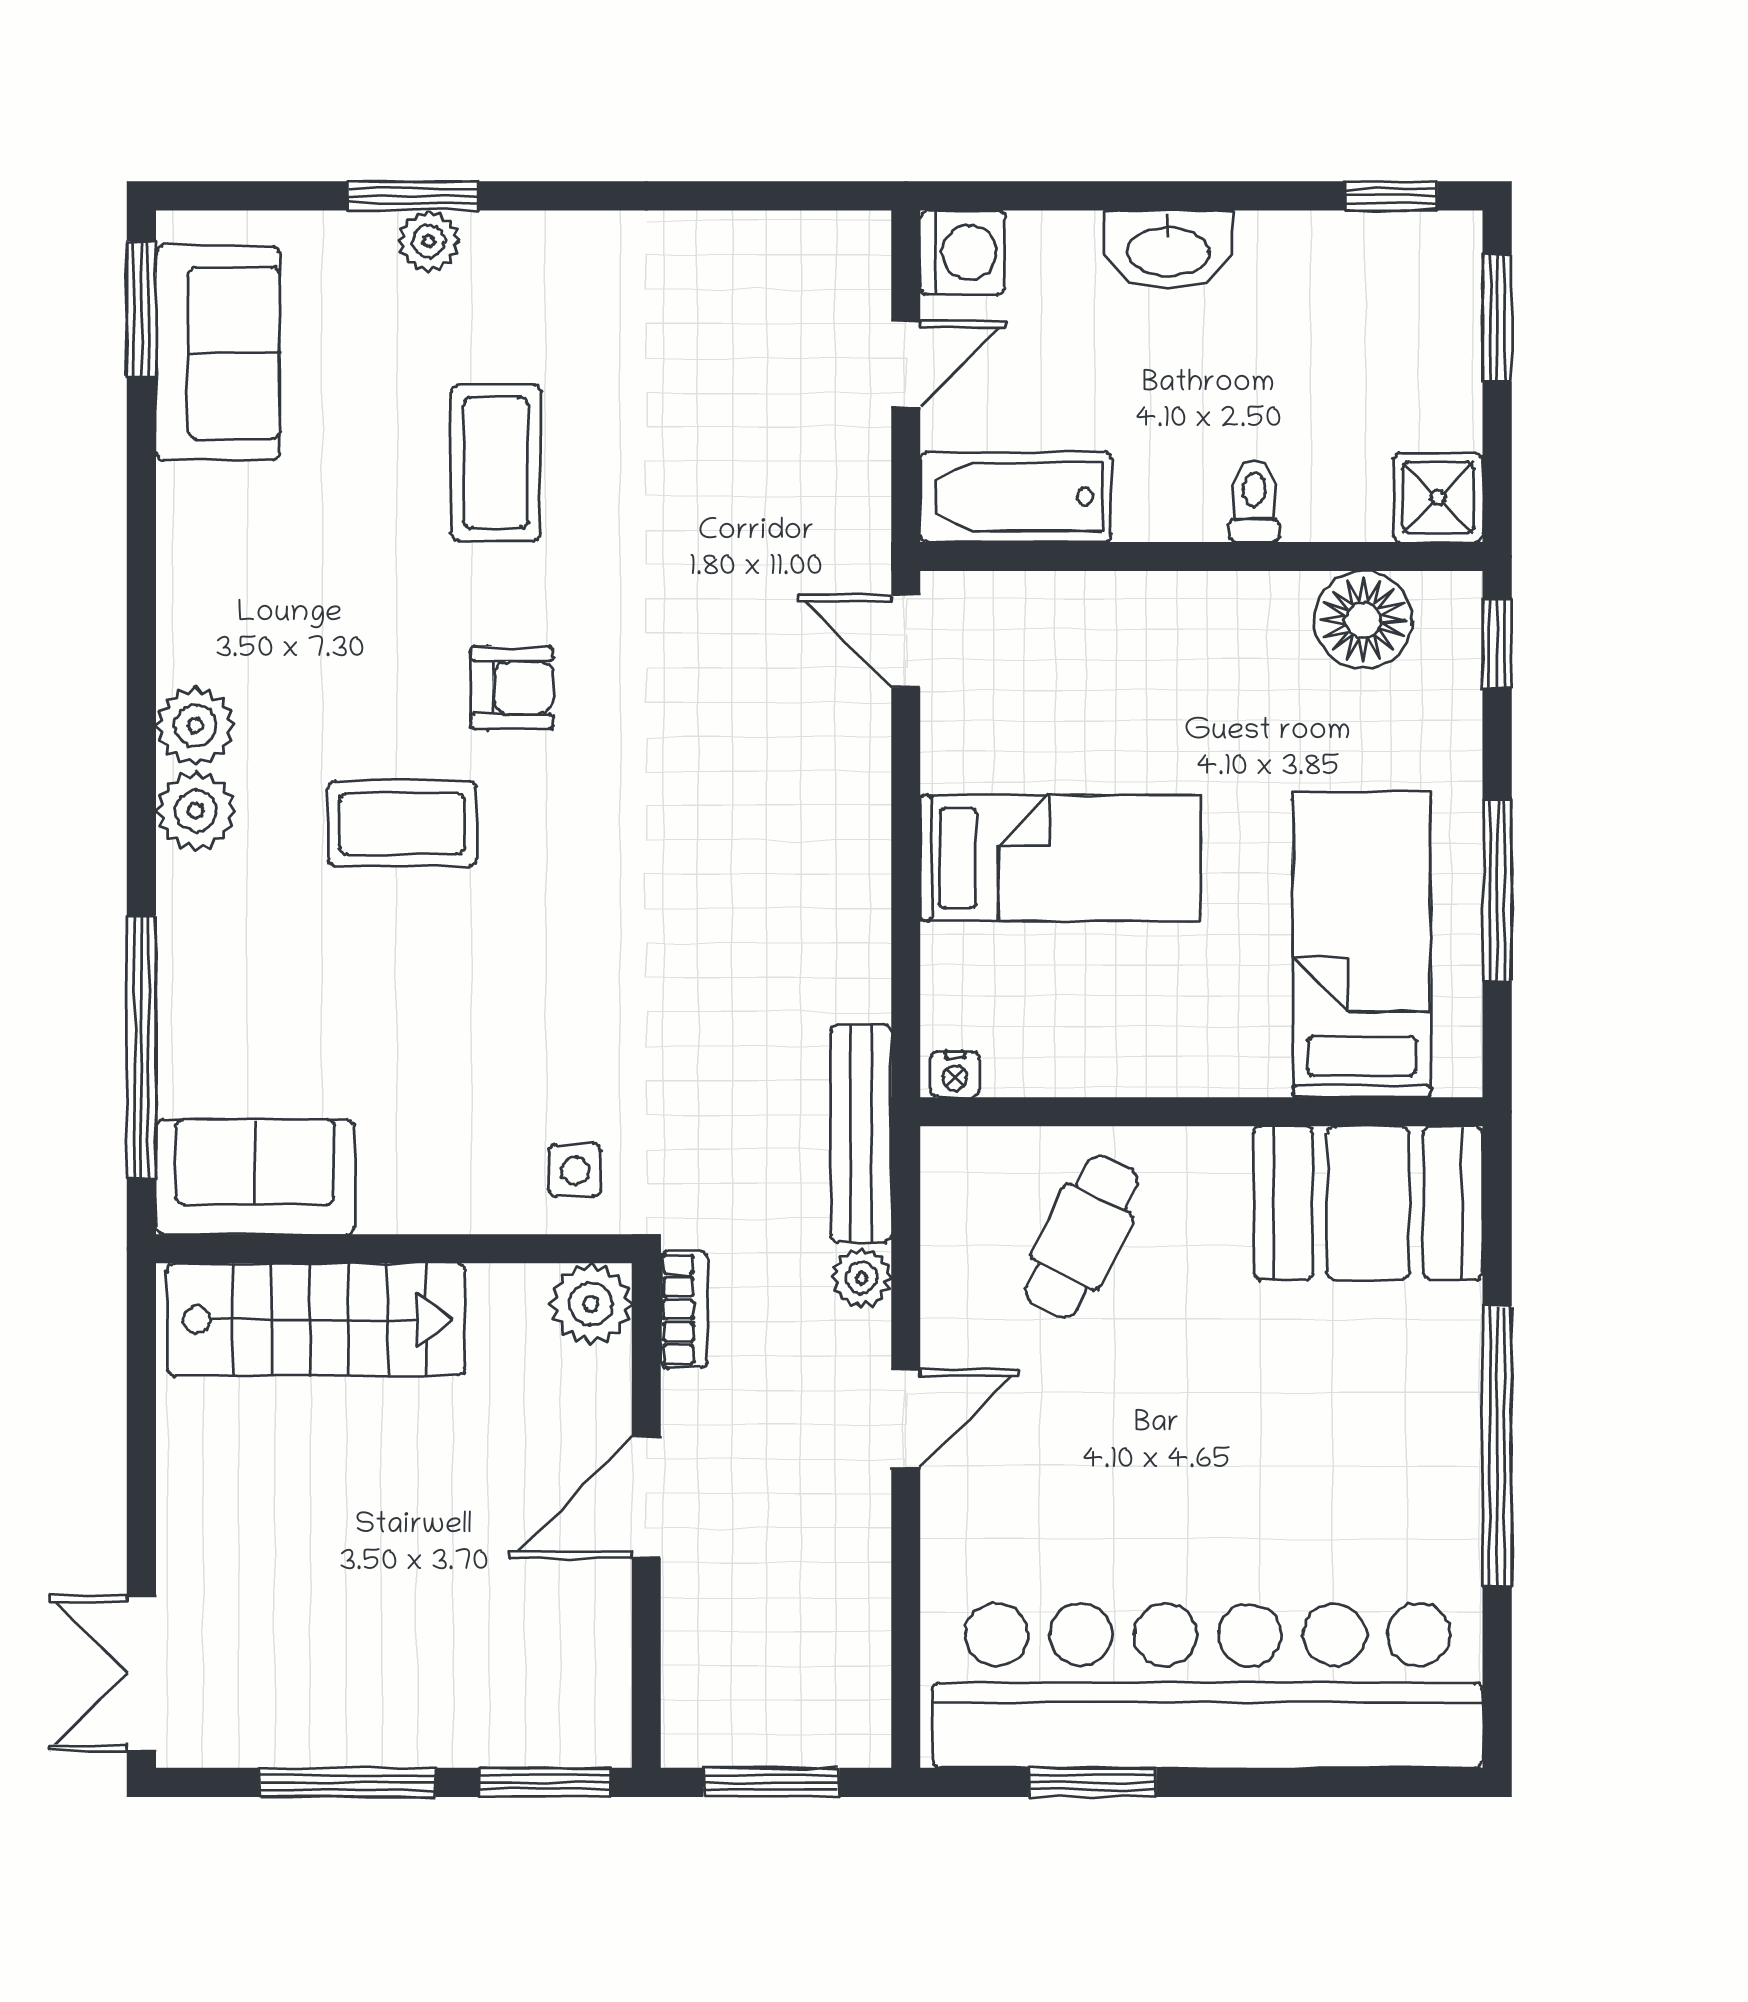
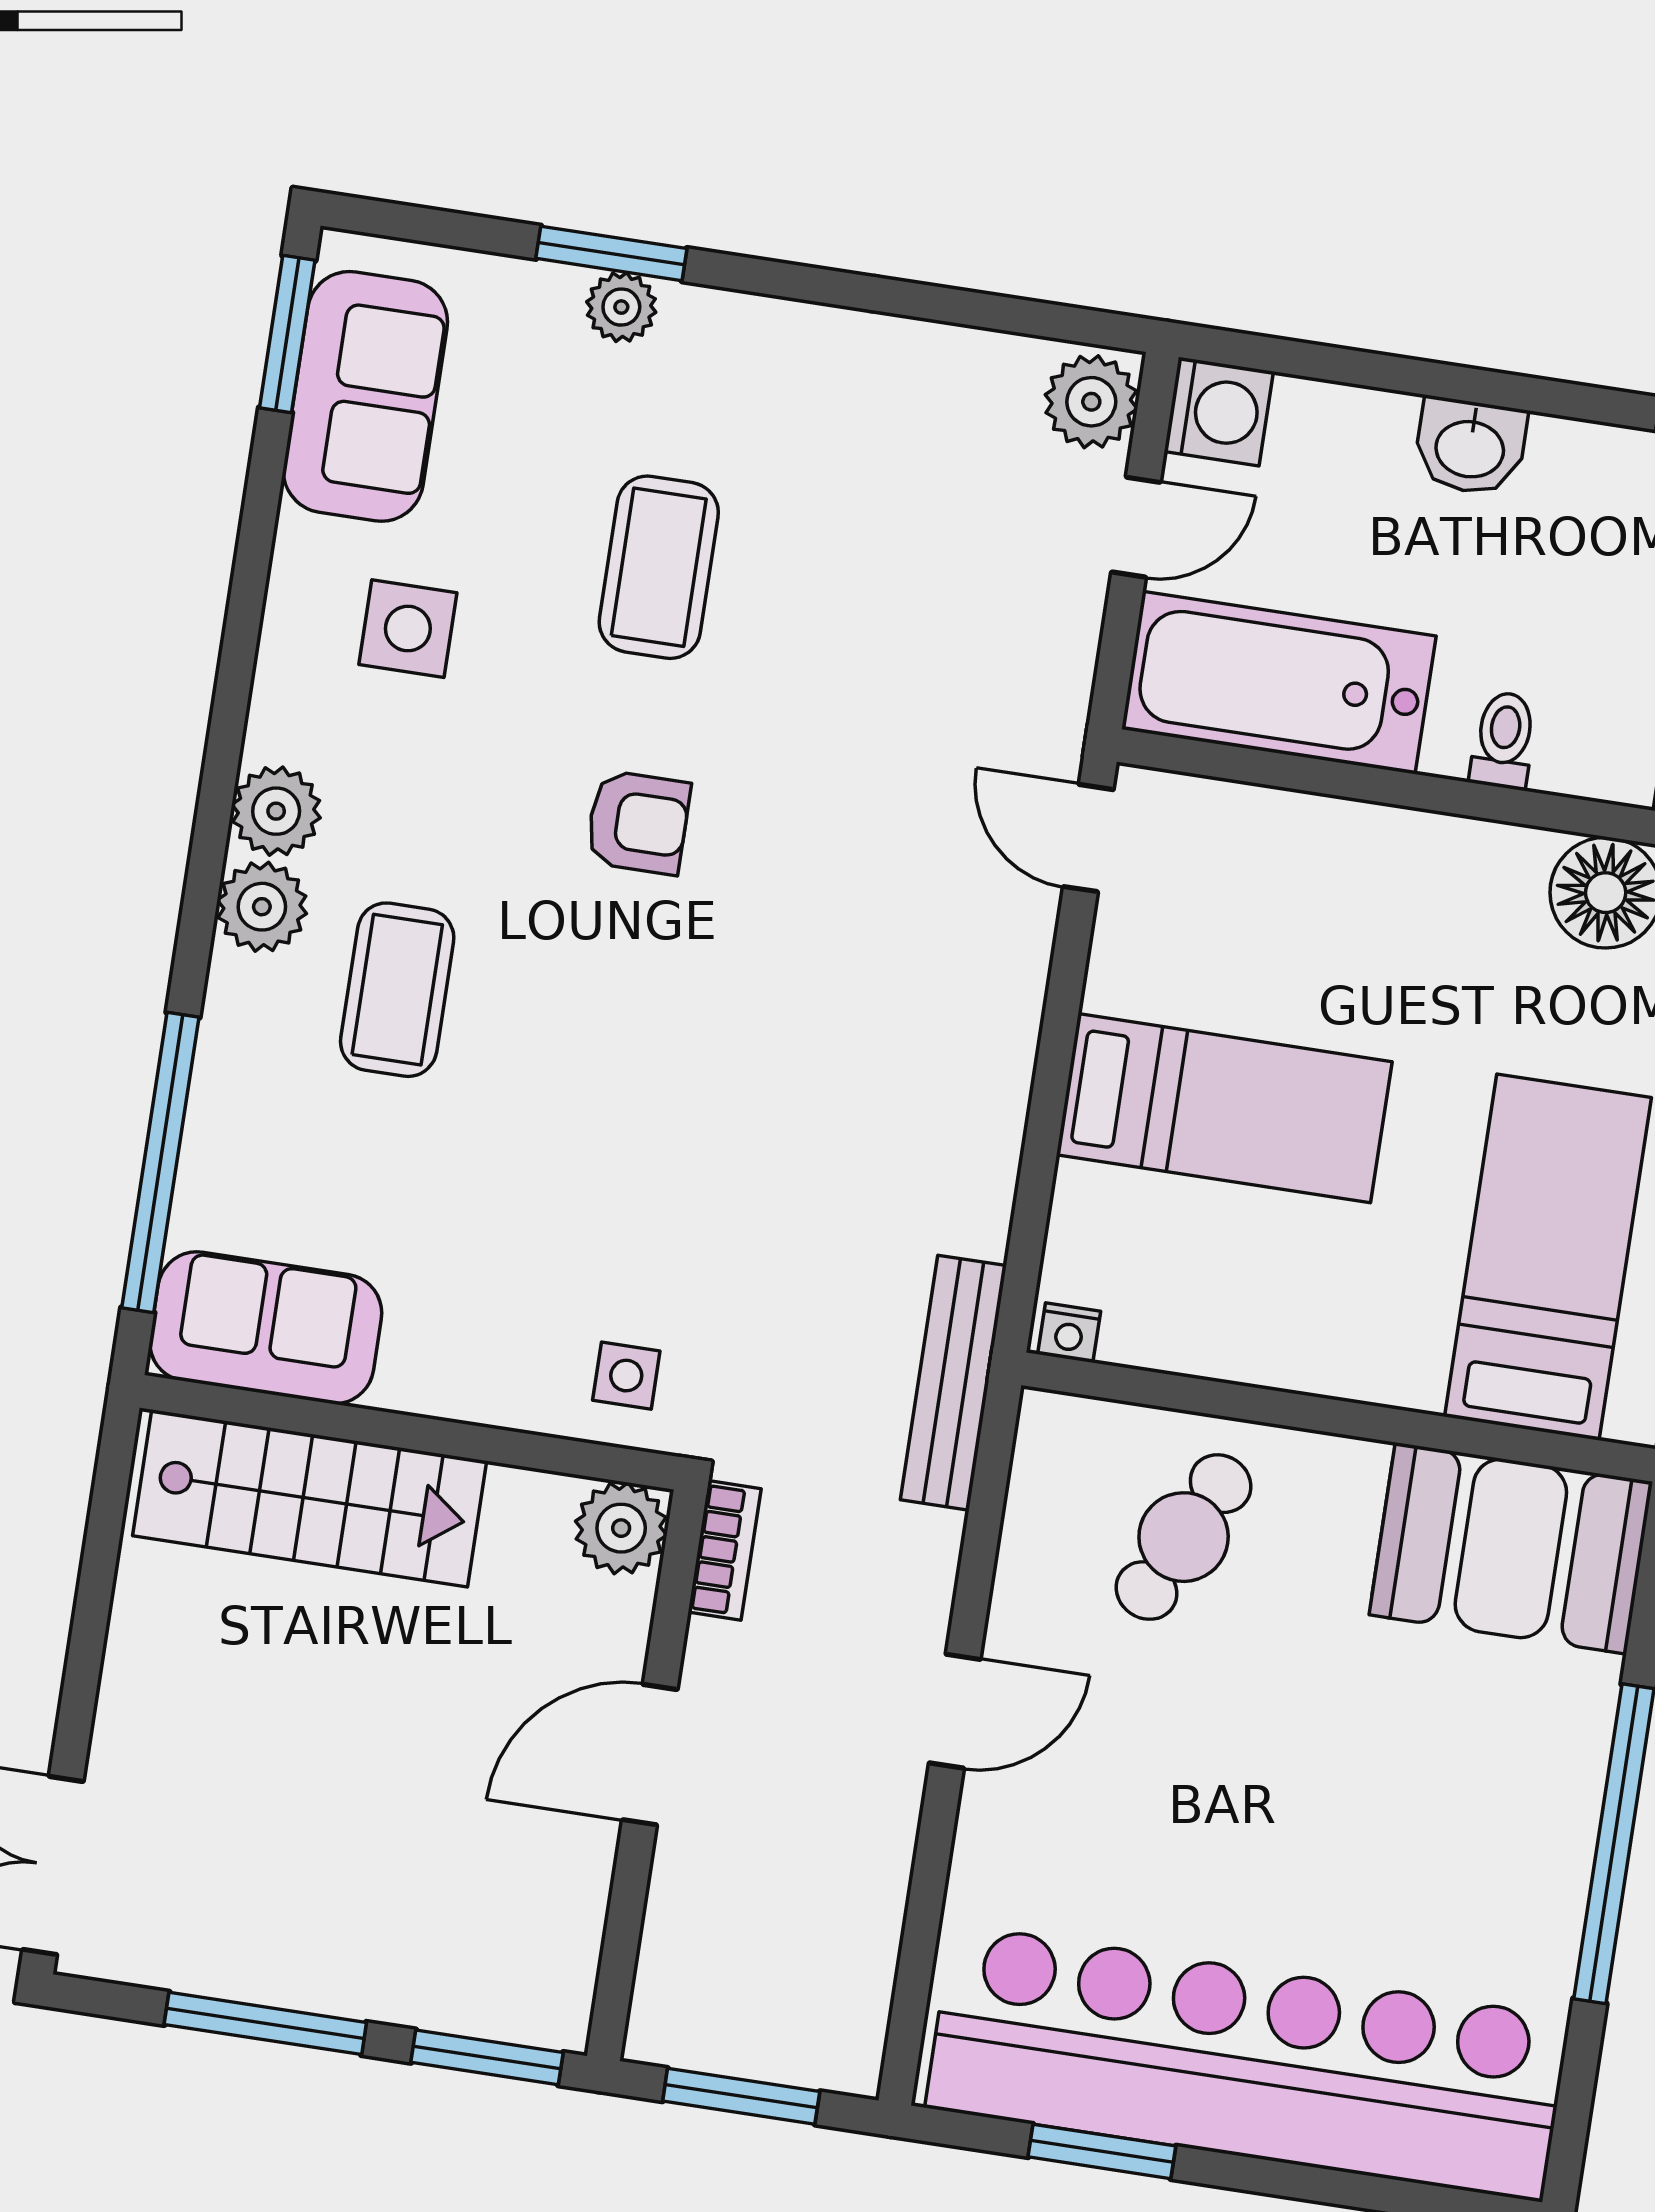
washbasin: (1168, 250) -> (1470, 447), width x0.72
bathtub: (1016, 497) -> (1279, 683), width x1.36, depth x1.36
side table: (286, 549) -> (408, 629), added
coffee table: (402, 823) -> (397, 990), moved, turned 90
plant: (861, 1278) -> (1091, 402), moved, width x1.38, depth x1.38

